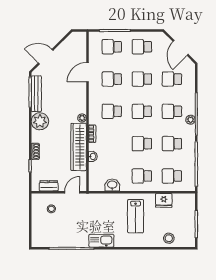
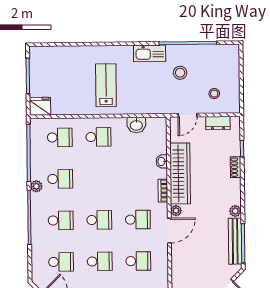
door: (87, 72) -> (169, 231), moved
plant: (191, 120) -> (36, 186), moved
plant: (40, 121) -> (235, 211), width x0.53, depth x0.53
school desk: (142, 144) -> (99, 178), removed
fridge: (164, 200) -> (40, 106), moved
stool: (169, 238) -> (180, 73), moved

